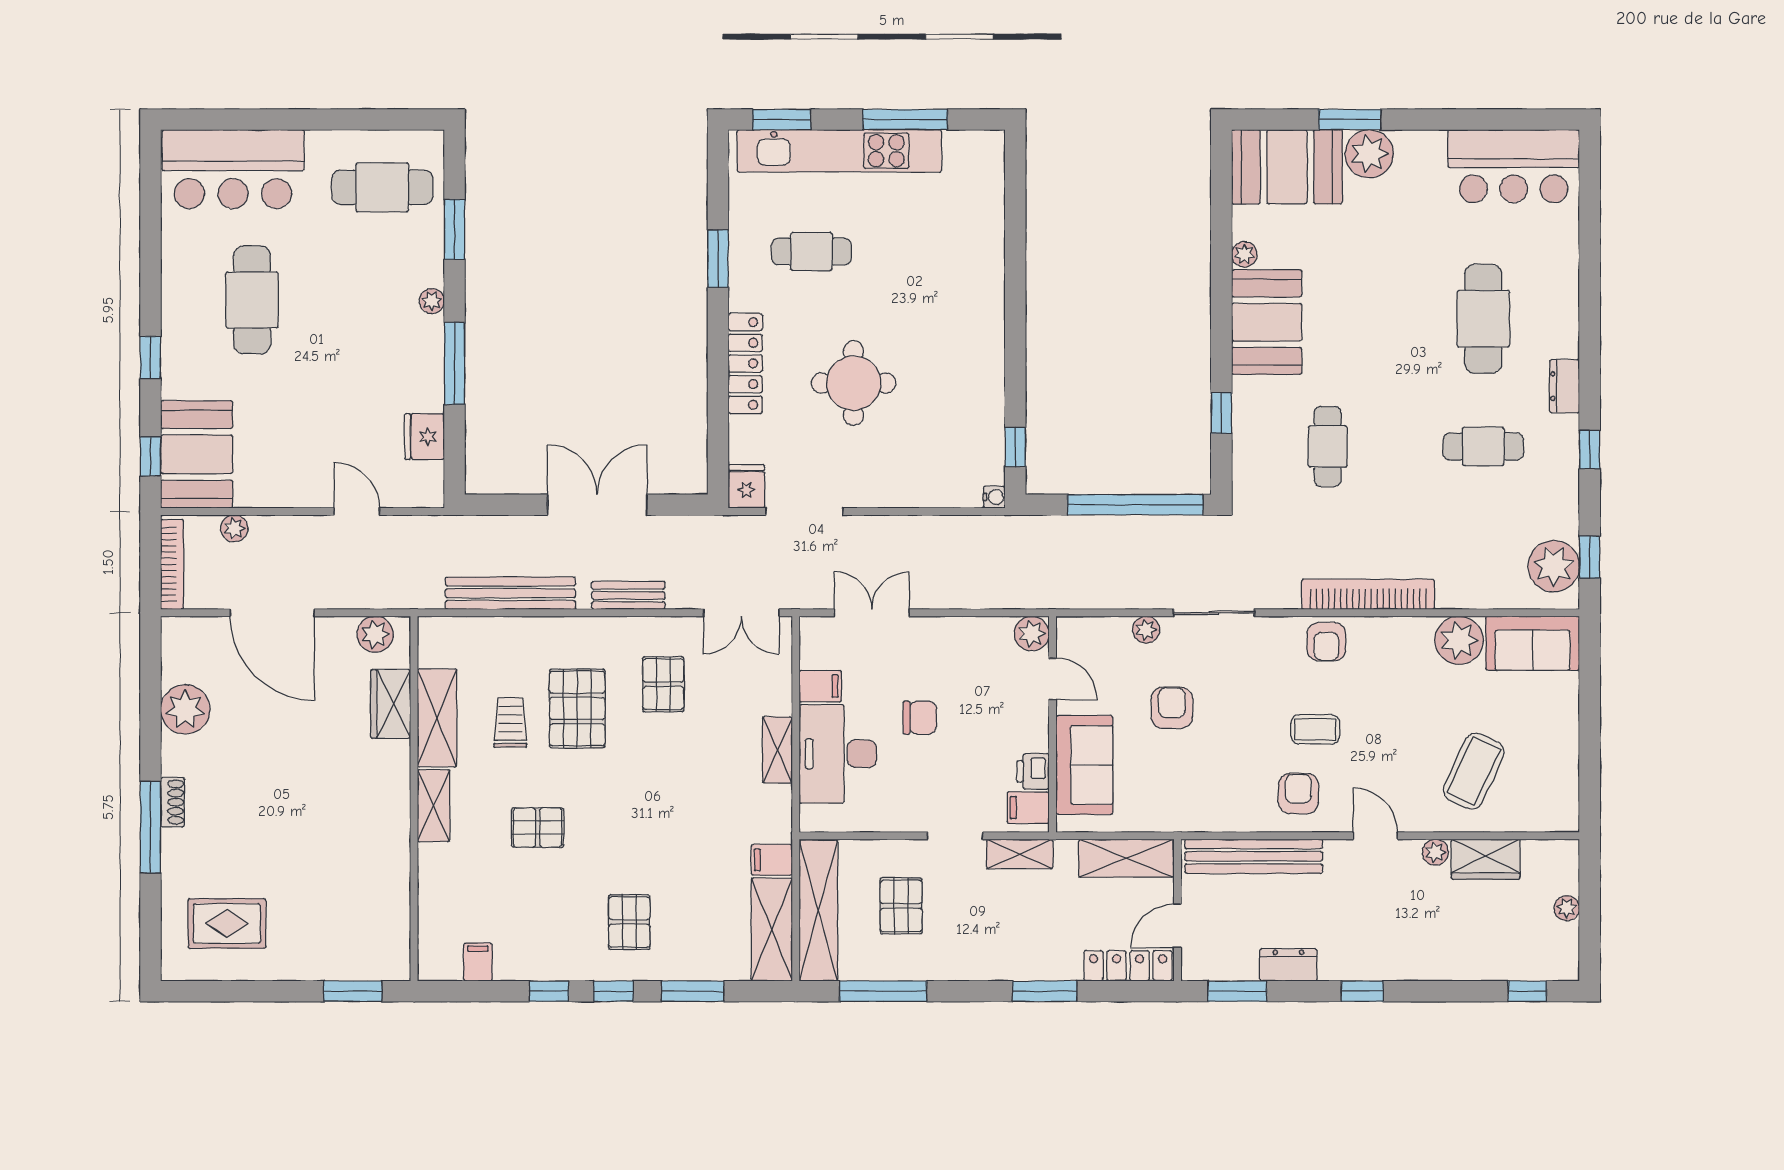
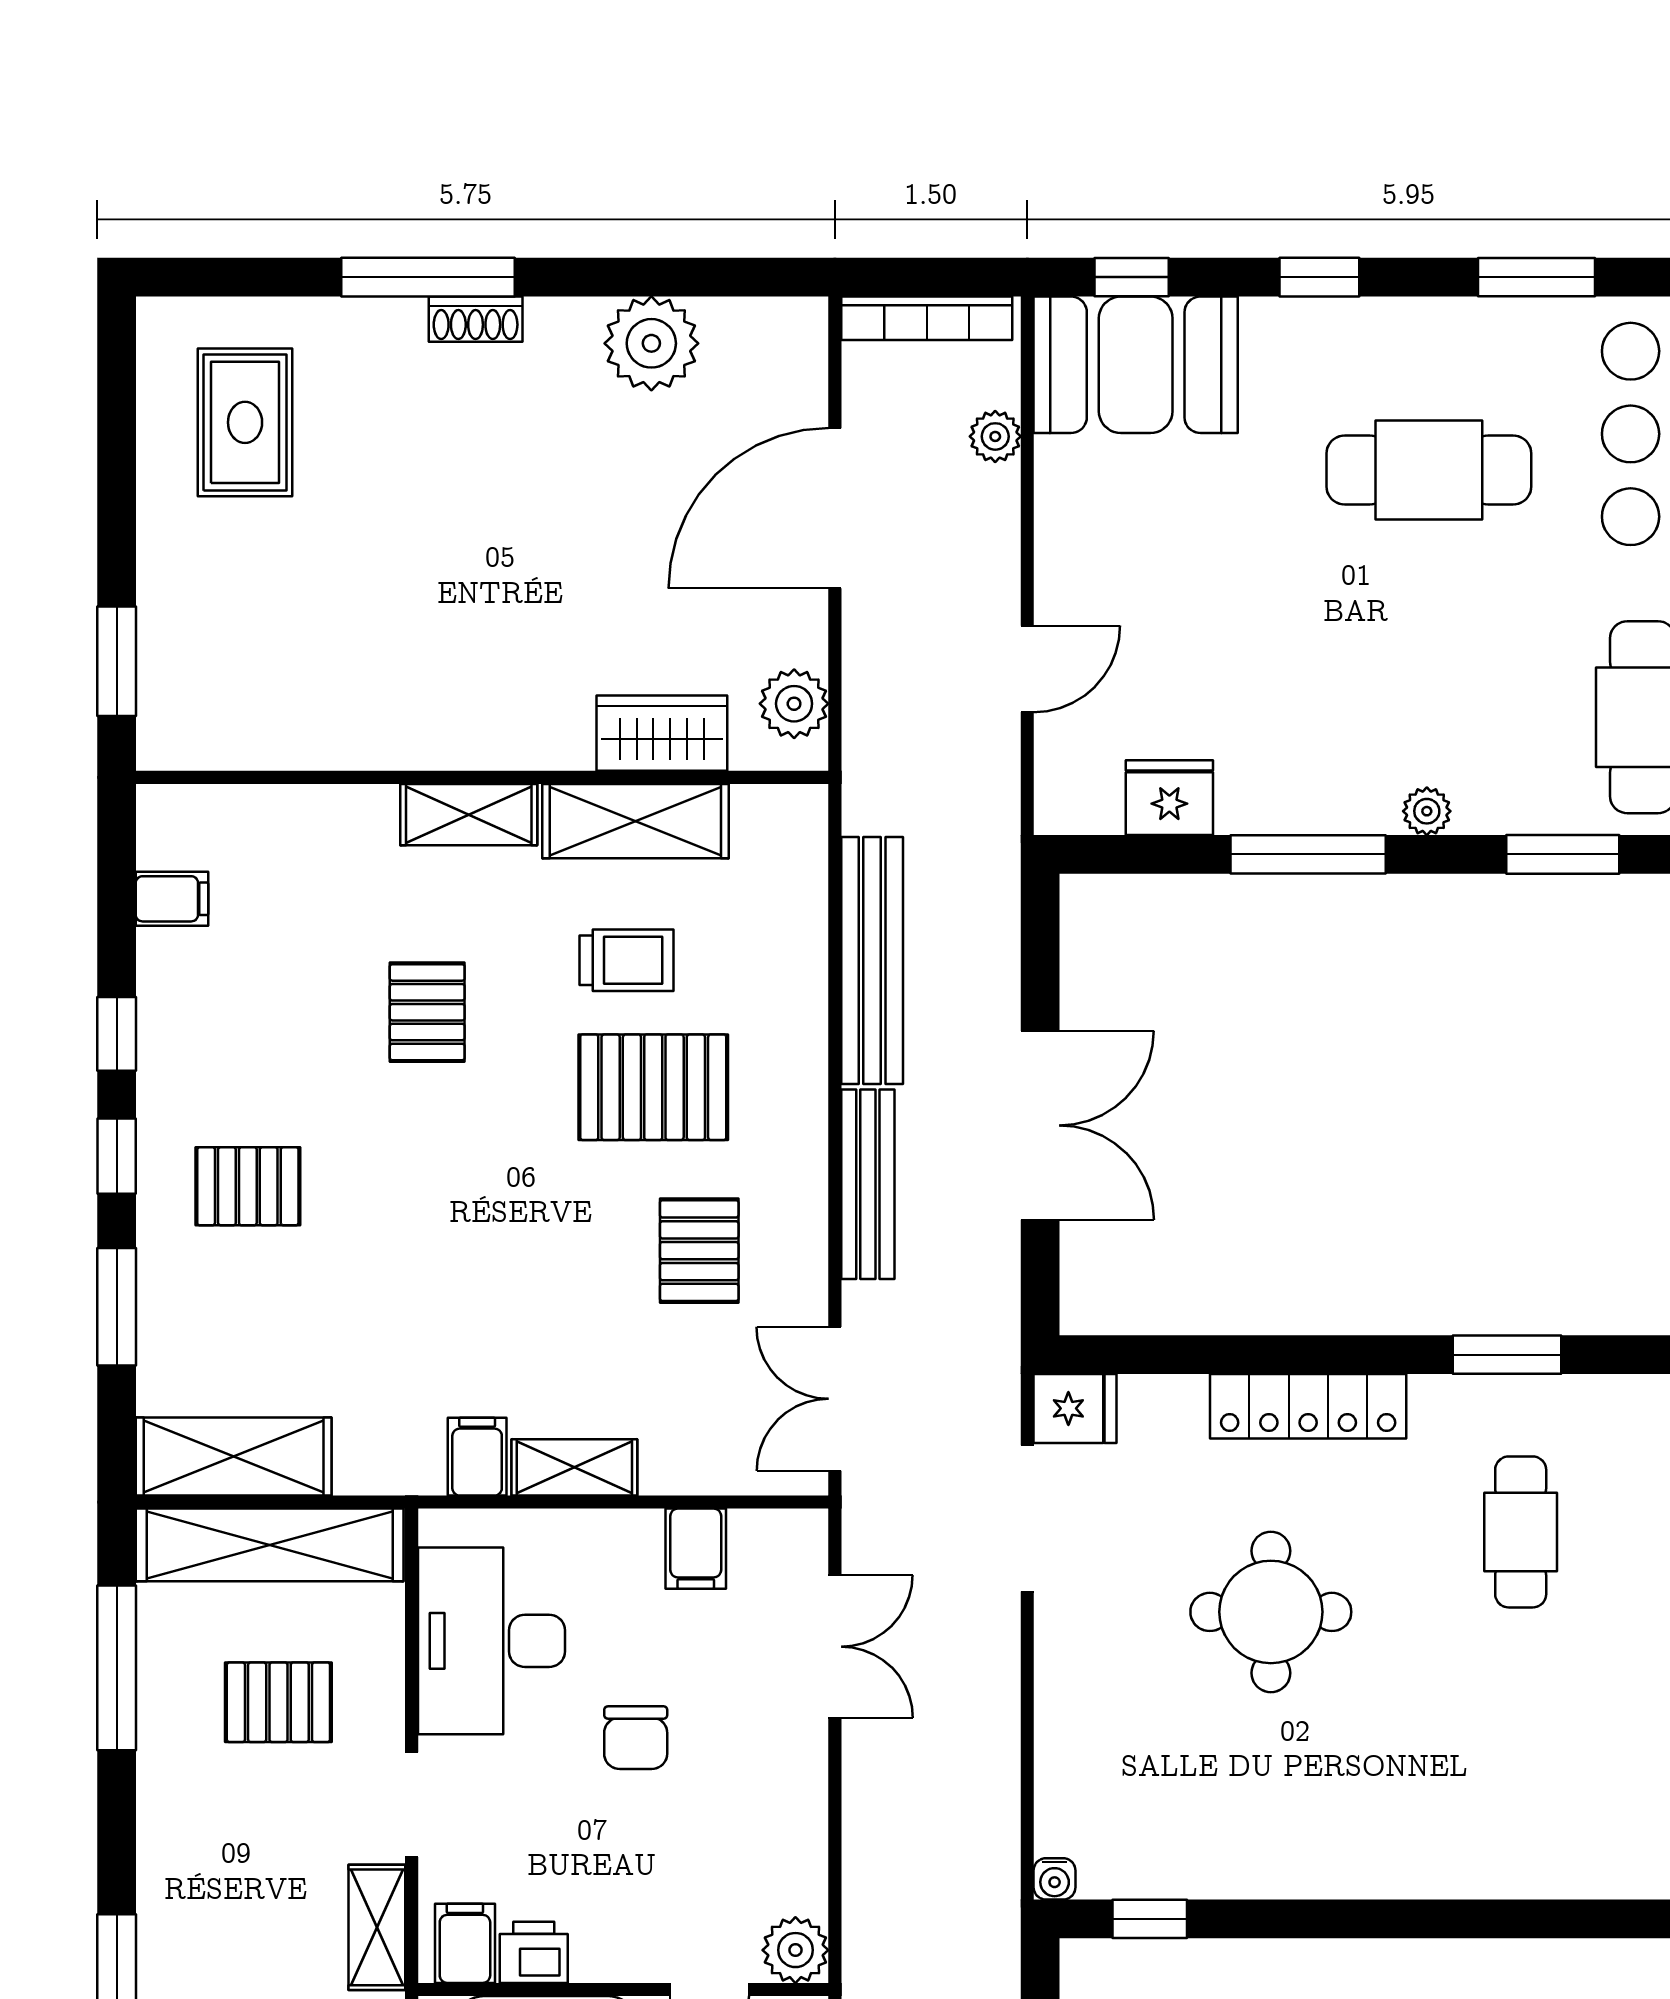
window: (150, 243) -> (1537, 277), added
bench: (628, 595) -> (868, 1184), width x1.36
pallet: (663, 684) -> (699, 1251), turned 90
desk: (838, 754) -> (491, 1641), moved, turned -90
filing cabinet: (772, 860) -> (477, 1457), moved

